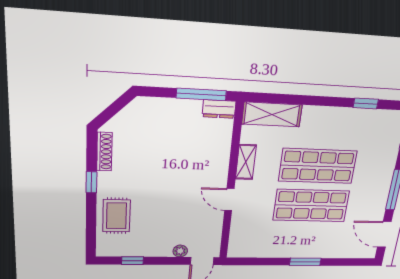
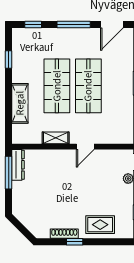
dresser: (219, 109) -> (18, 165), width x1.44
shelving: (272, 114) -> (20, 103), moved
shoe rack: (104, 152) -> (64, 234), moved

